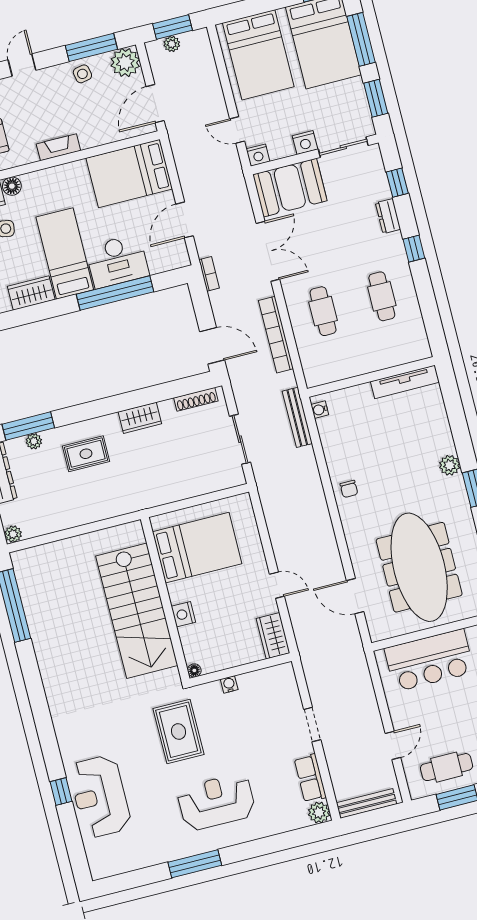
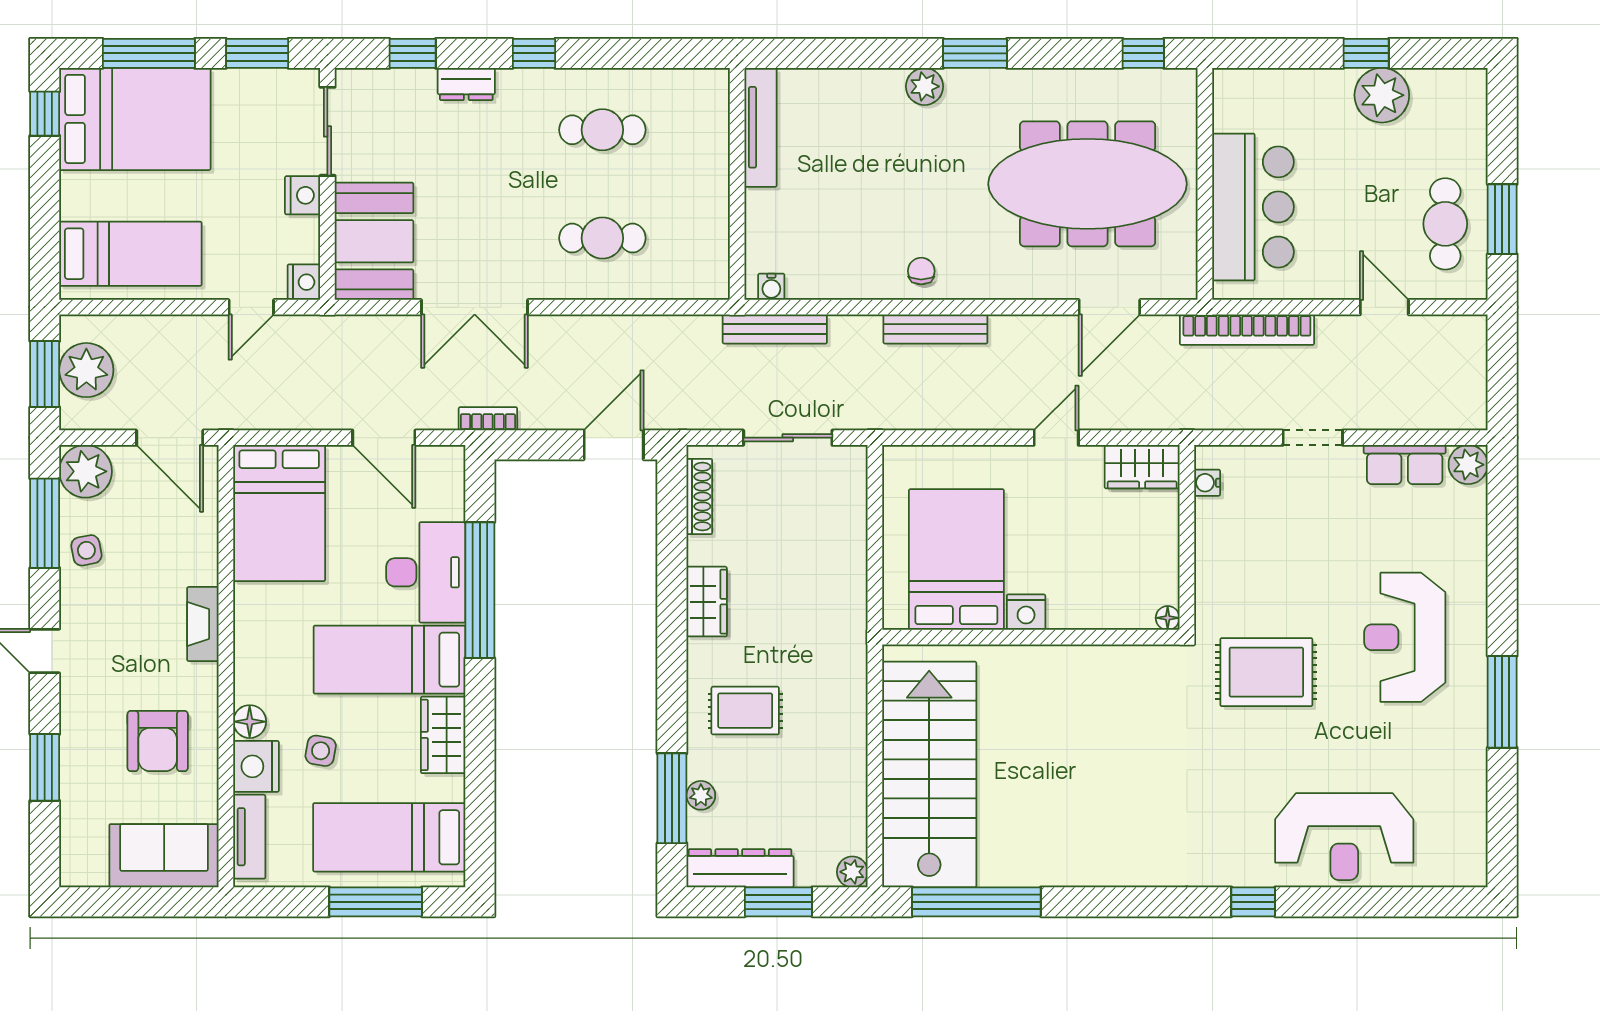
plant: (172, 44) -> (86, 370), width x1.87, depth x1.87
bed: (258, 55) -> (130, 254), width x0.67
double door: (268, 251) -> (475, 307), swing flipped
bookcase: (276, 335) -> (1247, 330), moved
rug: (86, 454) -> (745, 711), turned 90
chair: (349, 489) -> (921, 271), turned -90
stairs: (137, 611) -> (929, 774), moved, turned -90
nightstand: (183, 614) -> (1026, 612), moved
water cooler: (229, 684) -> (1207, 483), moved
window: (61, 792) -> (1253, 902), moved
bench: (366, 803) -> (935, 329), moved, turned 90

